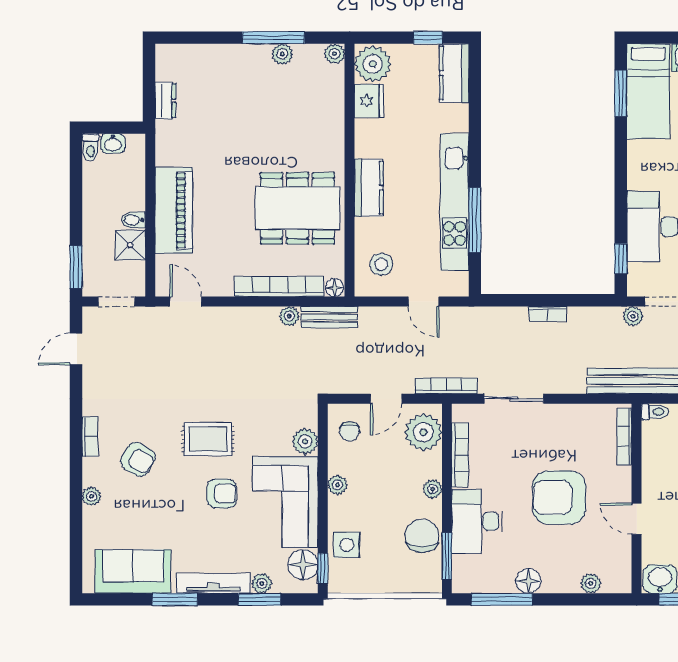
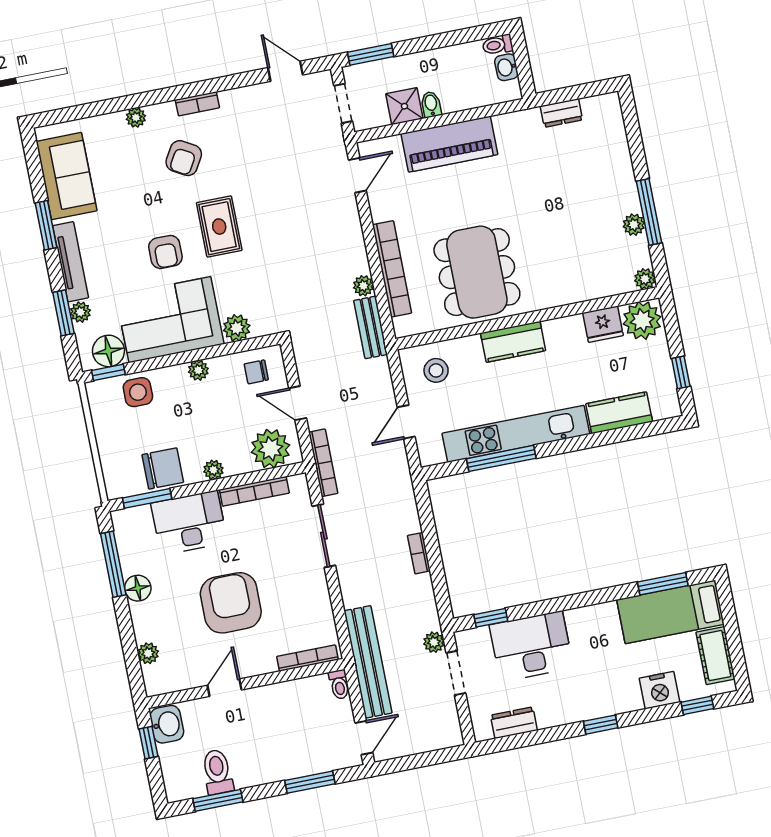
kitchen counter: (454, 73) -> (619, 413), moved
floor lamp: (335, 288) -> (402, 327), removed

